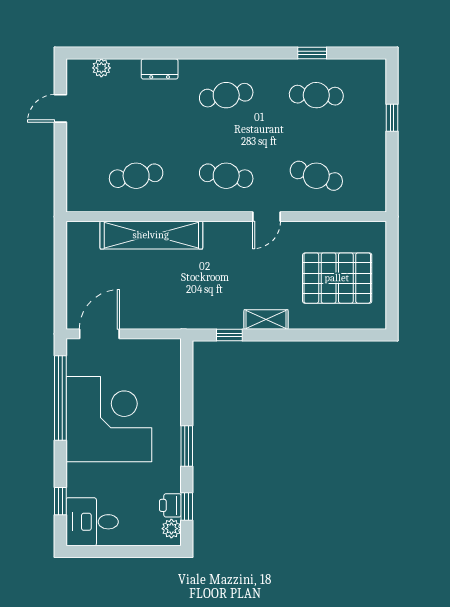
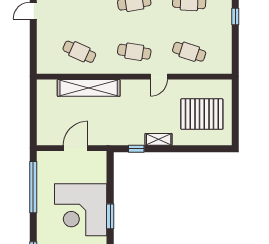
cafe table: (136, 176) -> (79, 52), turned 33
door: (99, 334) -> (75, 148), moved
corner desk: (109, 419) -> (81, 210), moved, turned 180

